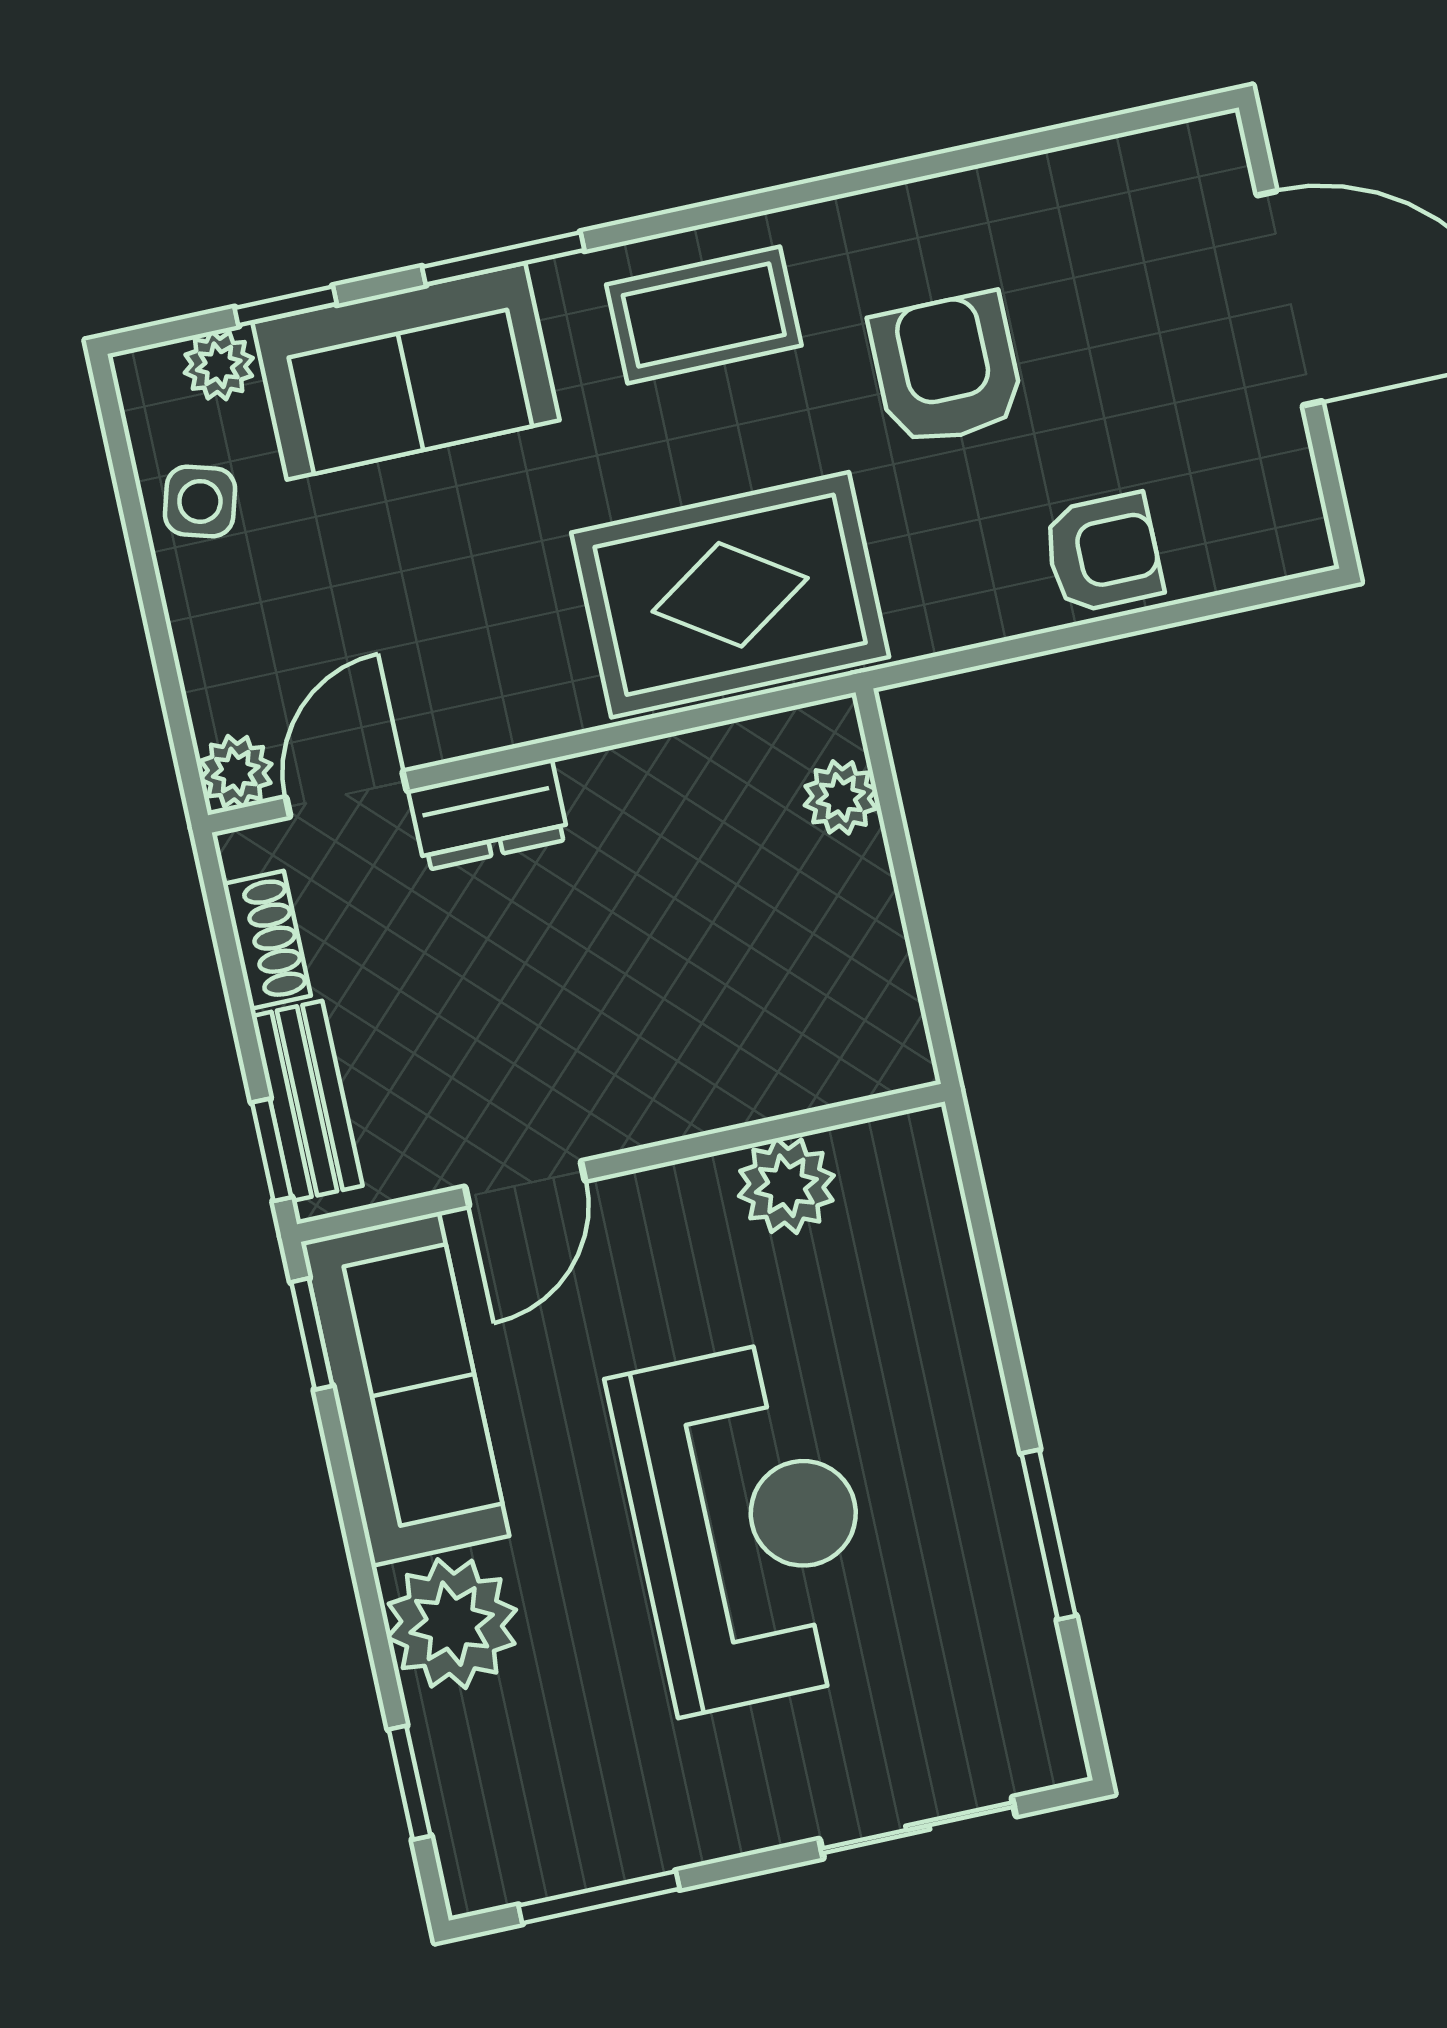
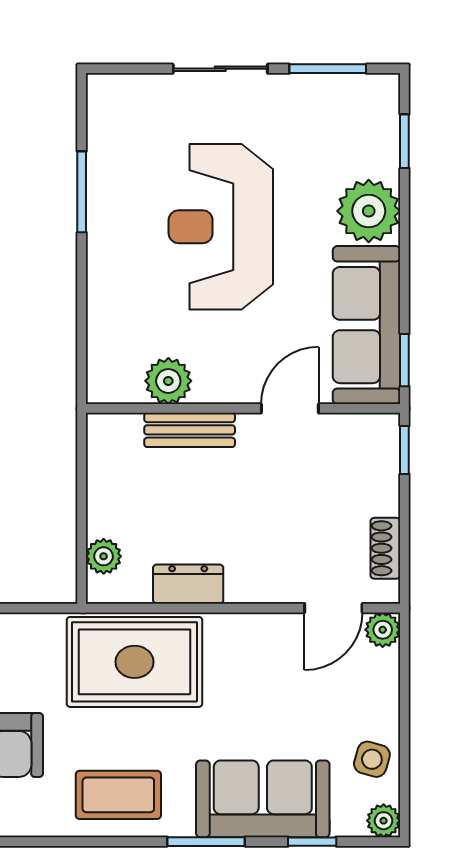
plant: (219, 365) -> (384, 821), moved
dresser: (489, 815) -> (188, 584), moved
bench: (307, 1101) -> (190, 430), moved, turned 90
sliding door: (918, 1828) -> (220, 69), moved

